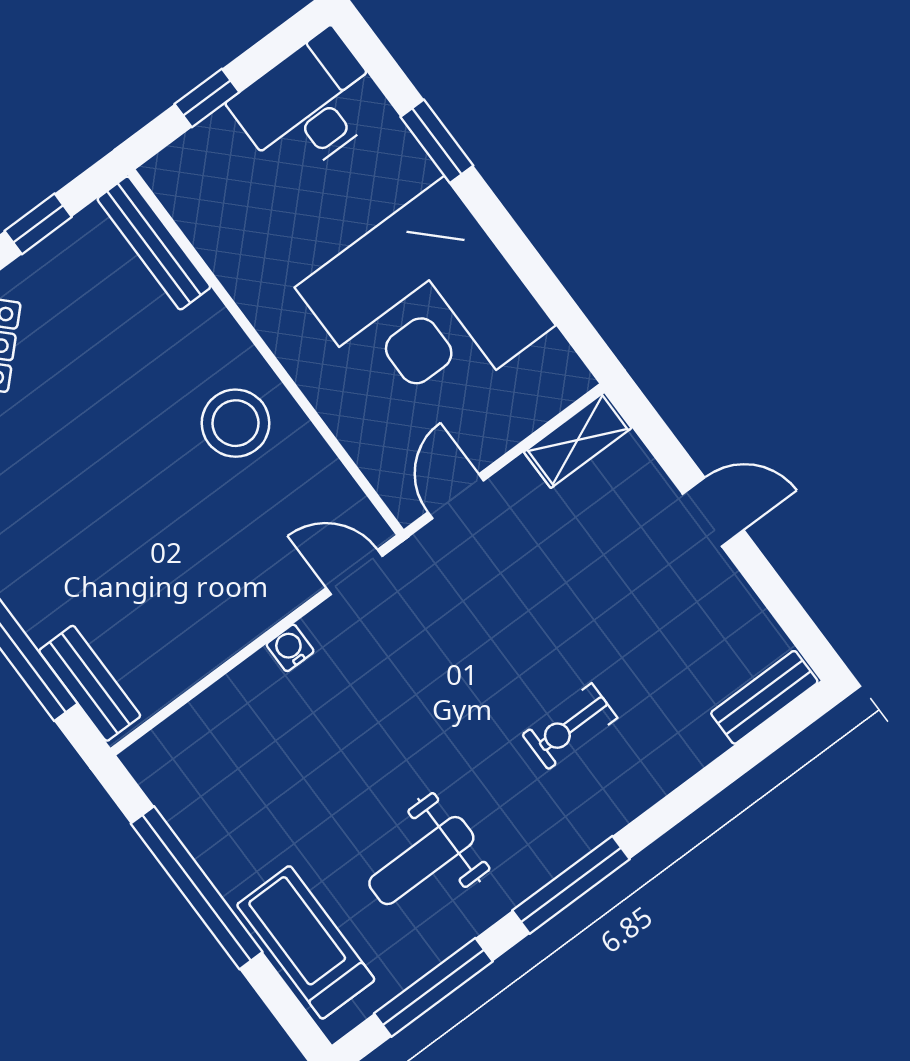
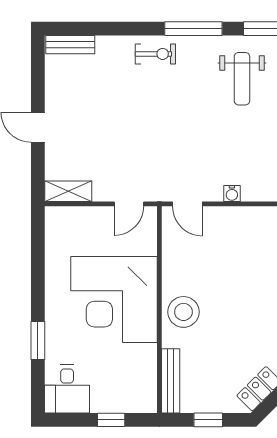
desk: (309, 105) -> (67, 389), width x0.73
corner desk: (425, 306) -> (114, 300), moved, turned 180
stool: (236, 423) -> (183, 312), moved
exercise bike: (570, 726) -> (155, 54), moved
weight bench: (421, 861) -> (242, 79), turned 90

